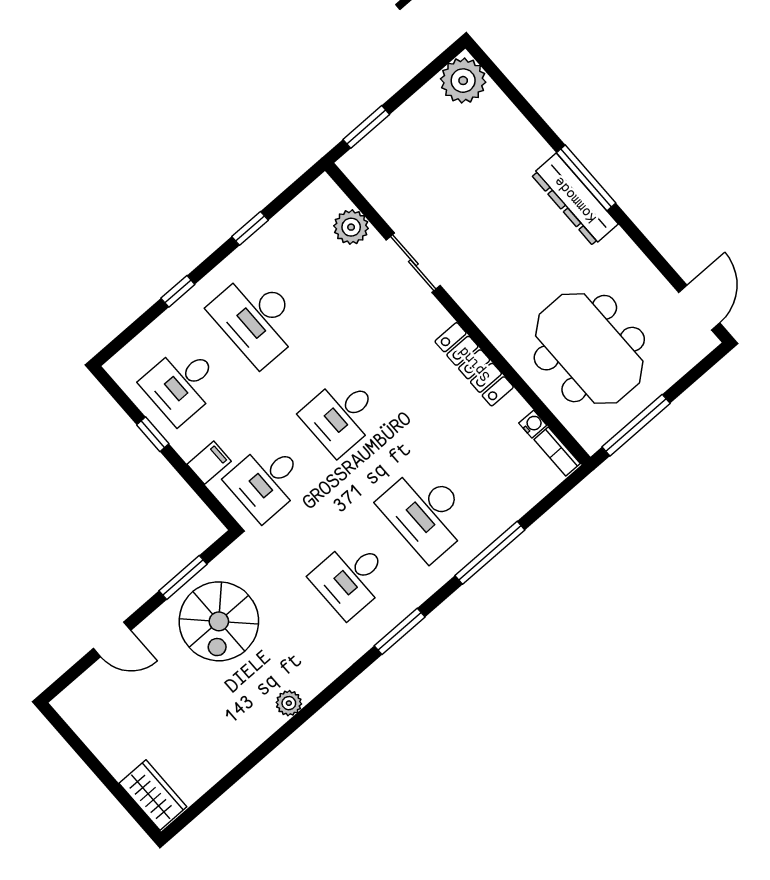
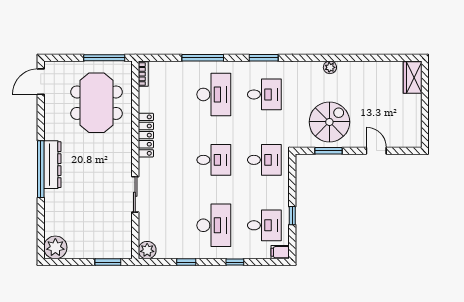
window: (586, 178) -> (41, 169), width x1.46
plant: (351, 227) -> (147, 250), moved
water cooler: (533, 424) -> (143, 93), removed
filing cabinet: (209, 463) -> (280, 252), moved

